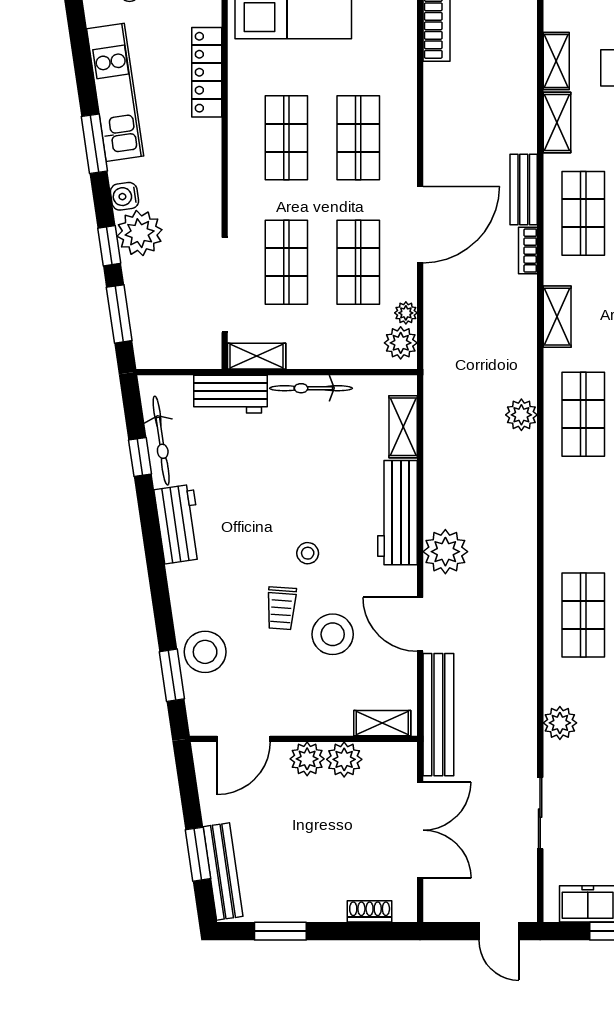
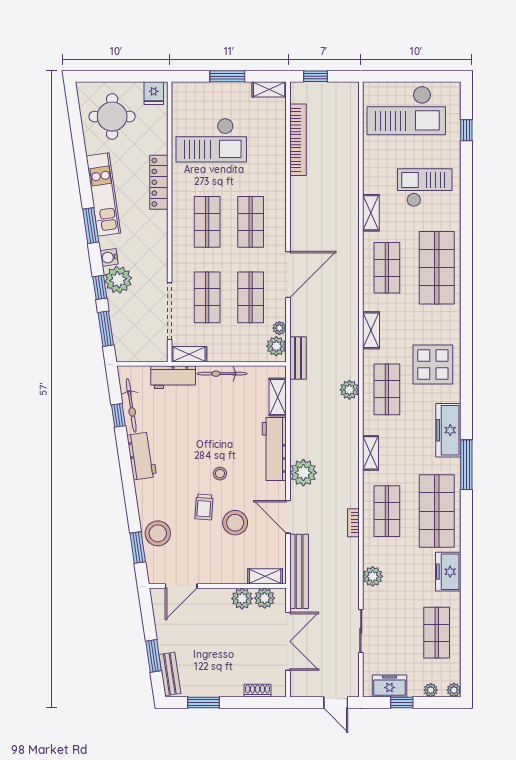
shelving: (556, 61) -> (370, 453), moved
bench: (524, 189) -> (298, 358), moved
bookcase: (528, 251) -> (353, 523), moved
plant: (307, 759) -> (265, 598), moved
bench: (223, 871) -> (170, 674), width x0.73

